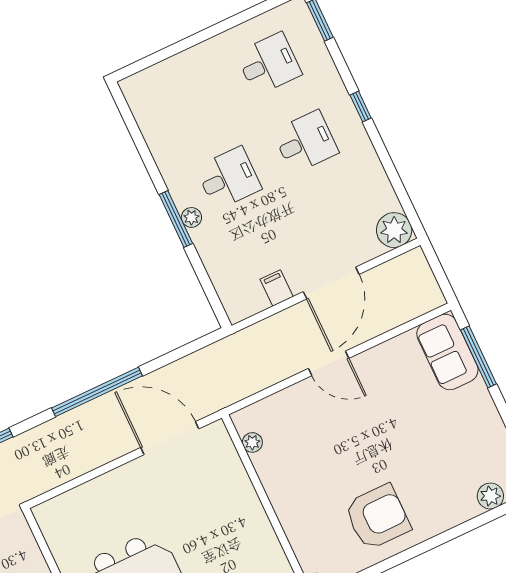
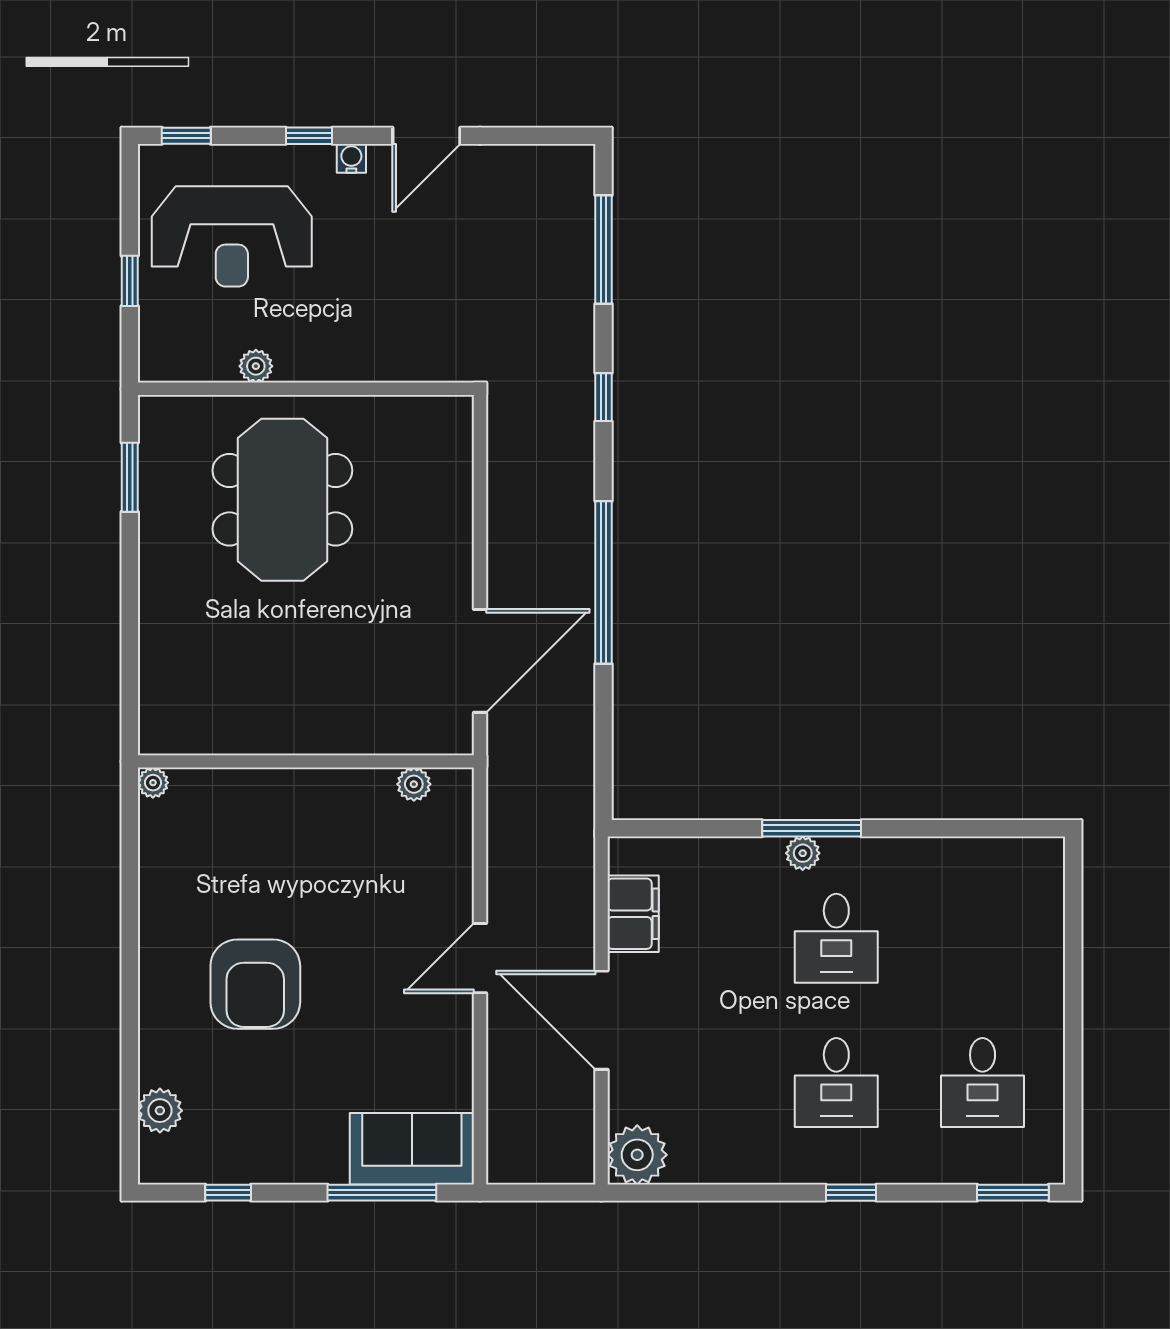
filing cabinet: (277, 288) -> (633, 914), width x2.00
armchair: (377, 517) -> (255, 984), moved

